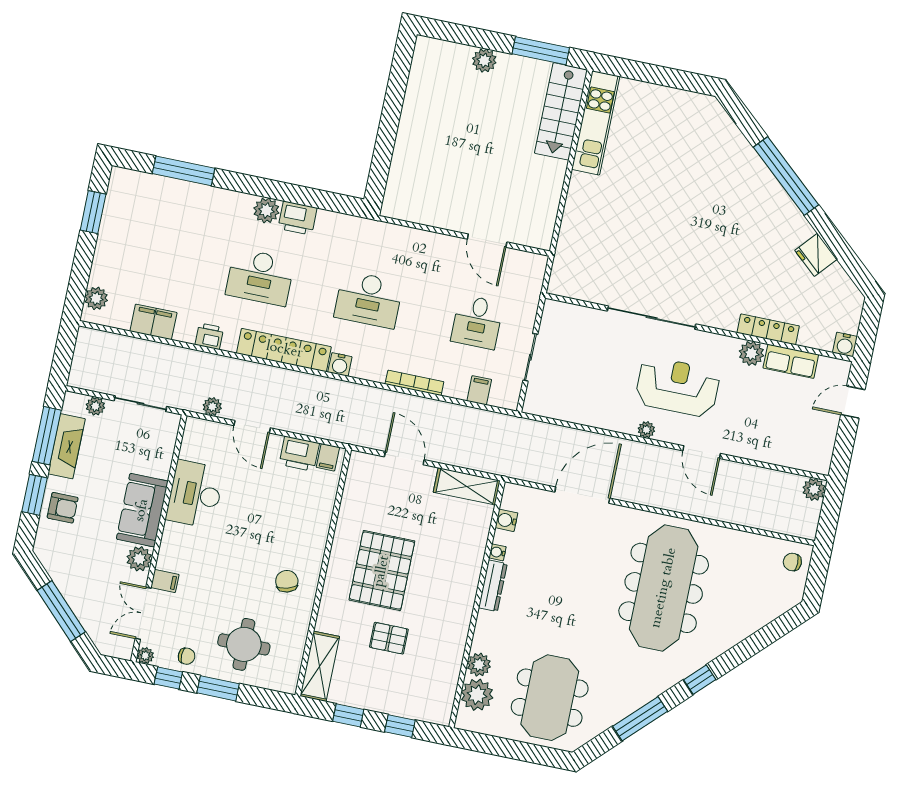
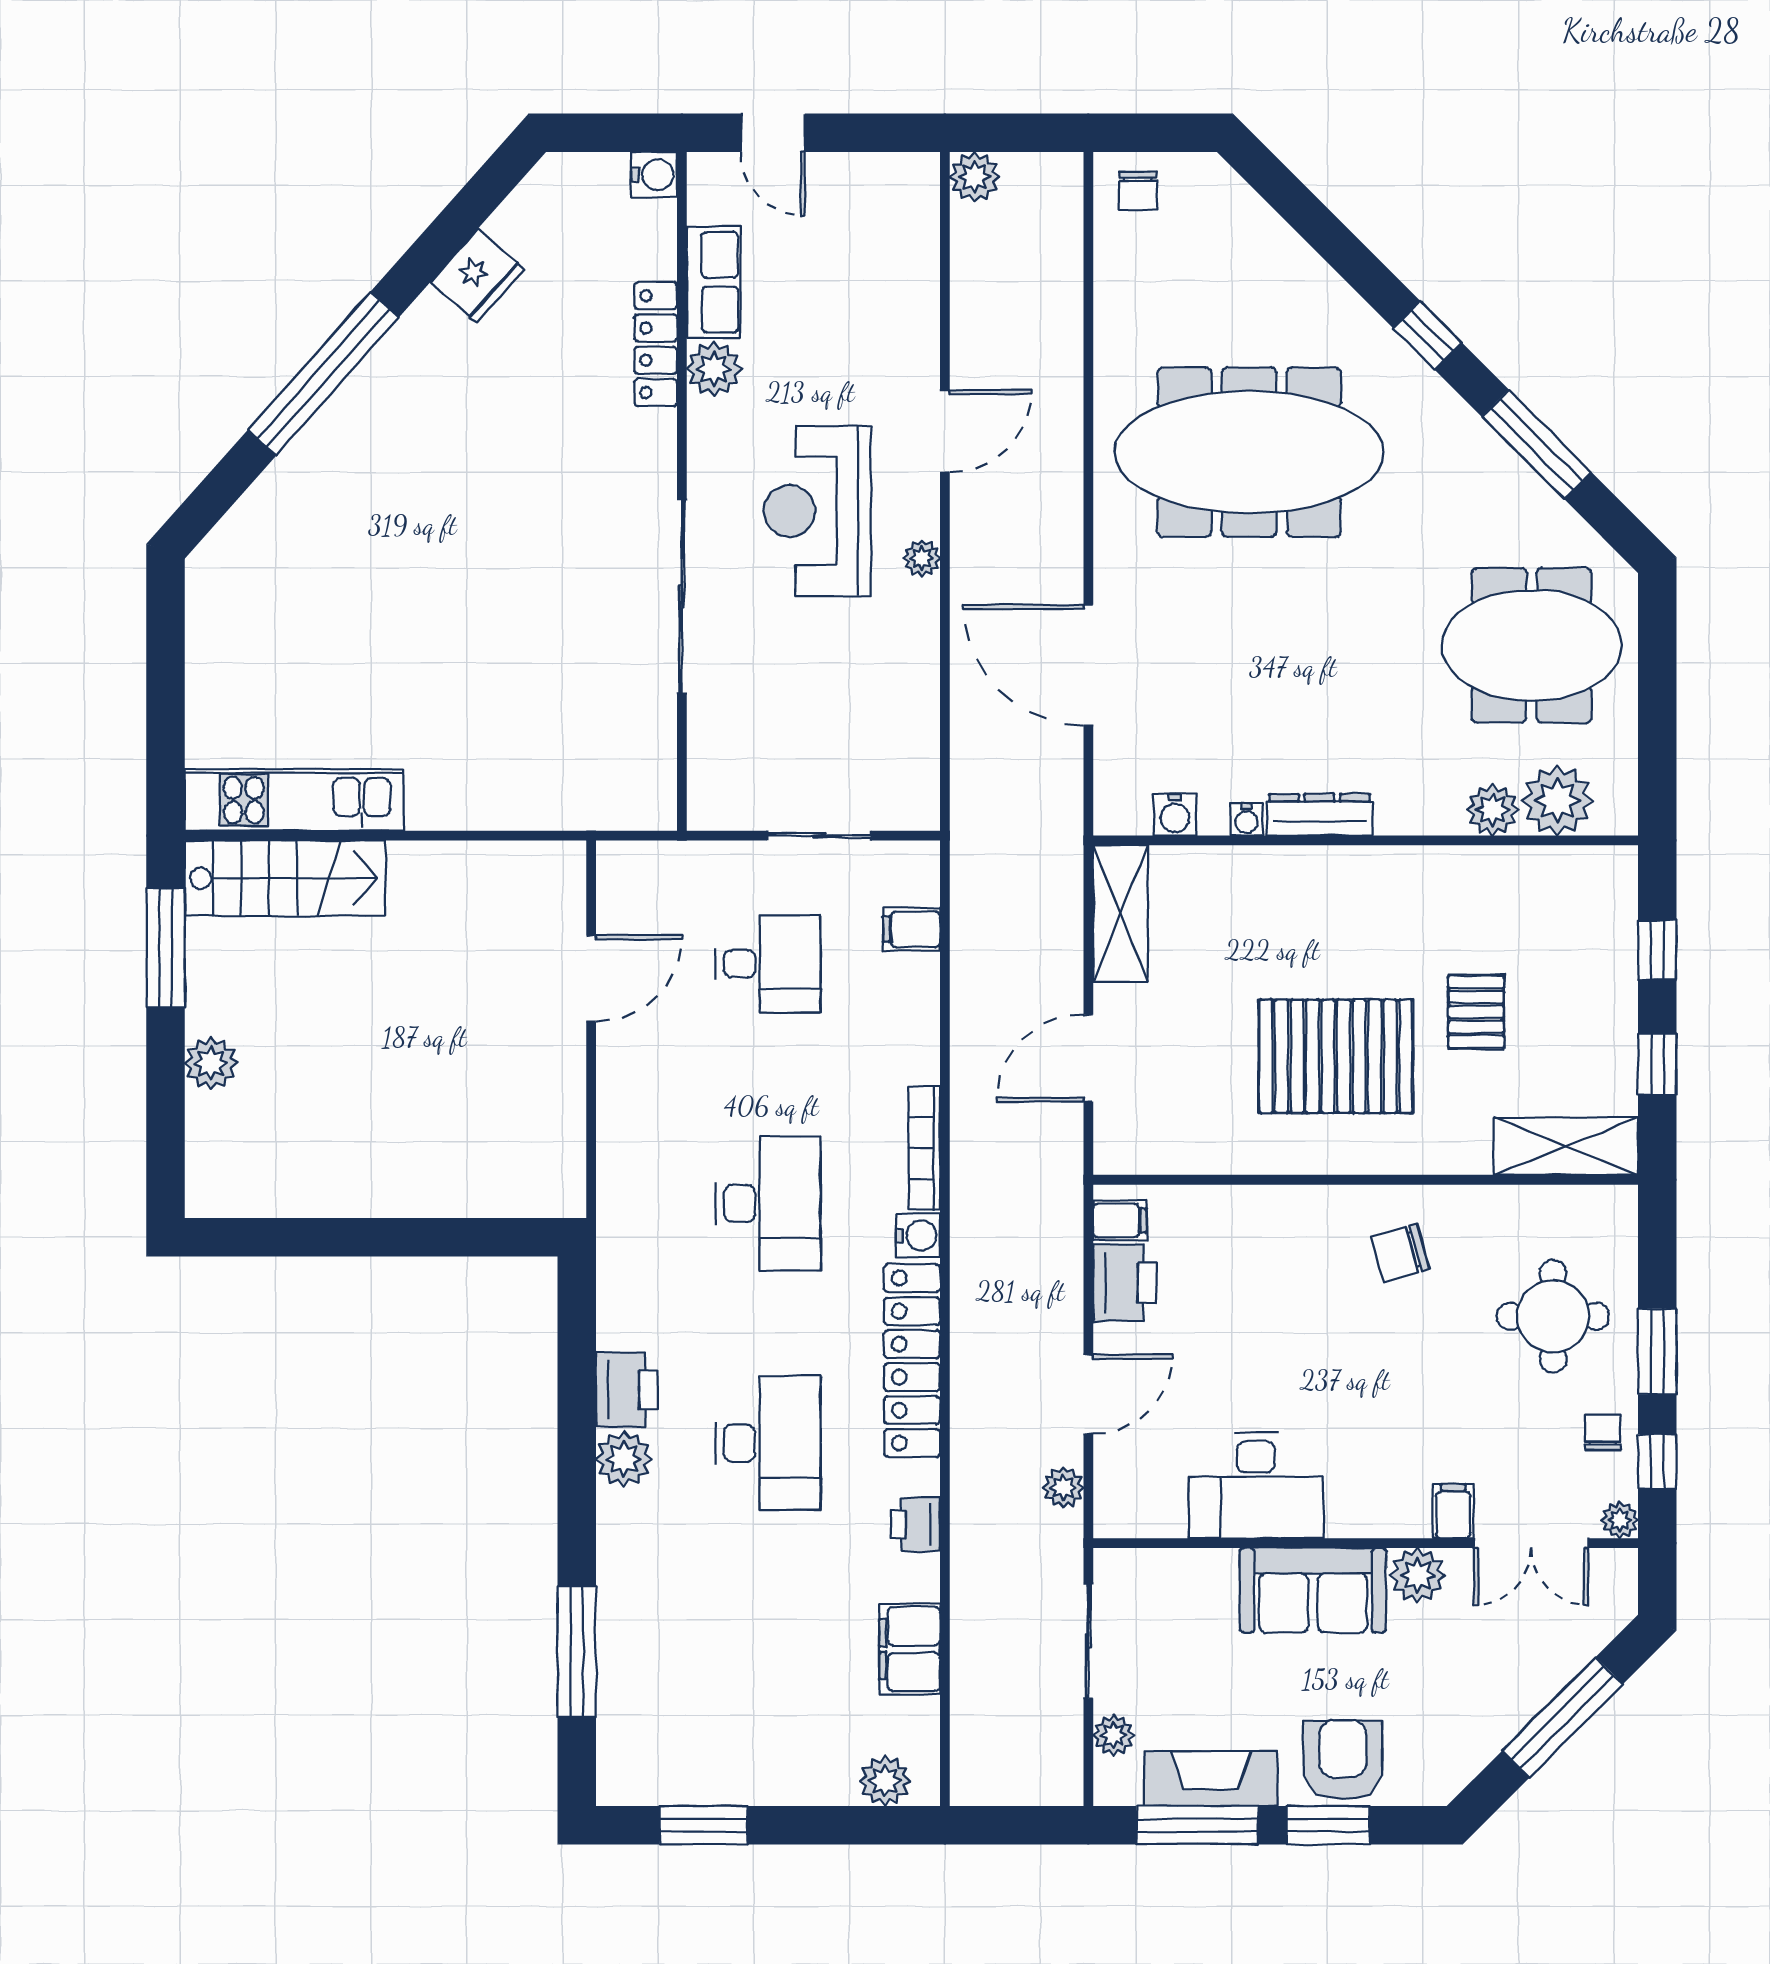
bookcase: (414, 383) -> (924, 1148), moved
armchair: (63, 508) -> (1343, 1760), width x1.38, depth x1.38

